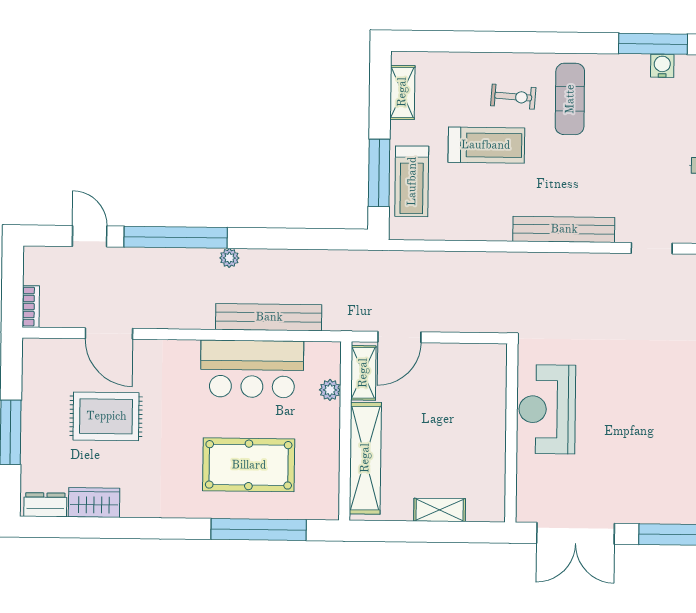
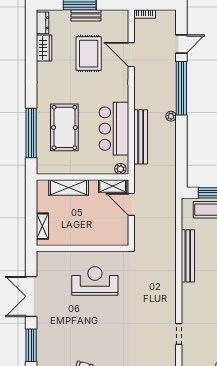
bench: (564, 229) -> (188, 256), moved
door: (109, 334) -> (131, 55), hinge flipped
plant: (330, 390) -> (120, 169), moved
bench: (32, 420) -> (86, 15), added
wall: (511, 433) -> (83, 248), moved
shelving: (365, 458) -> (69, 188), width x0.68

